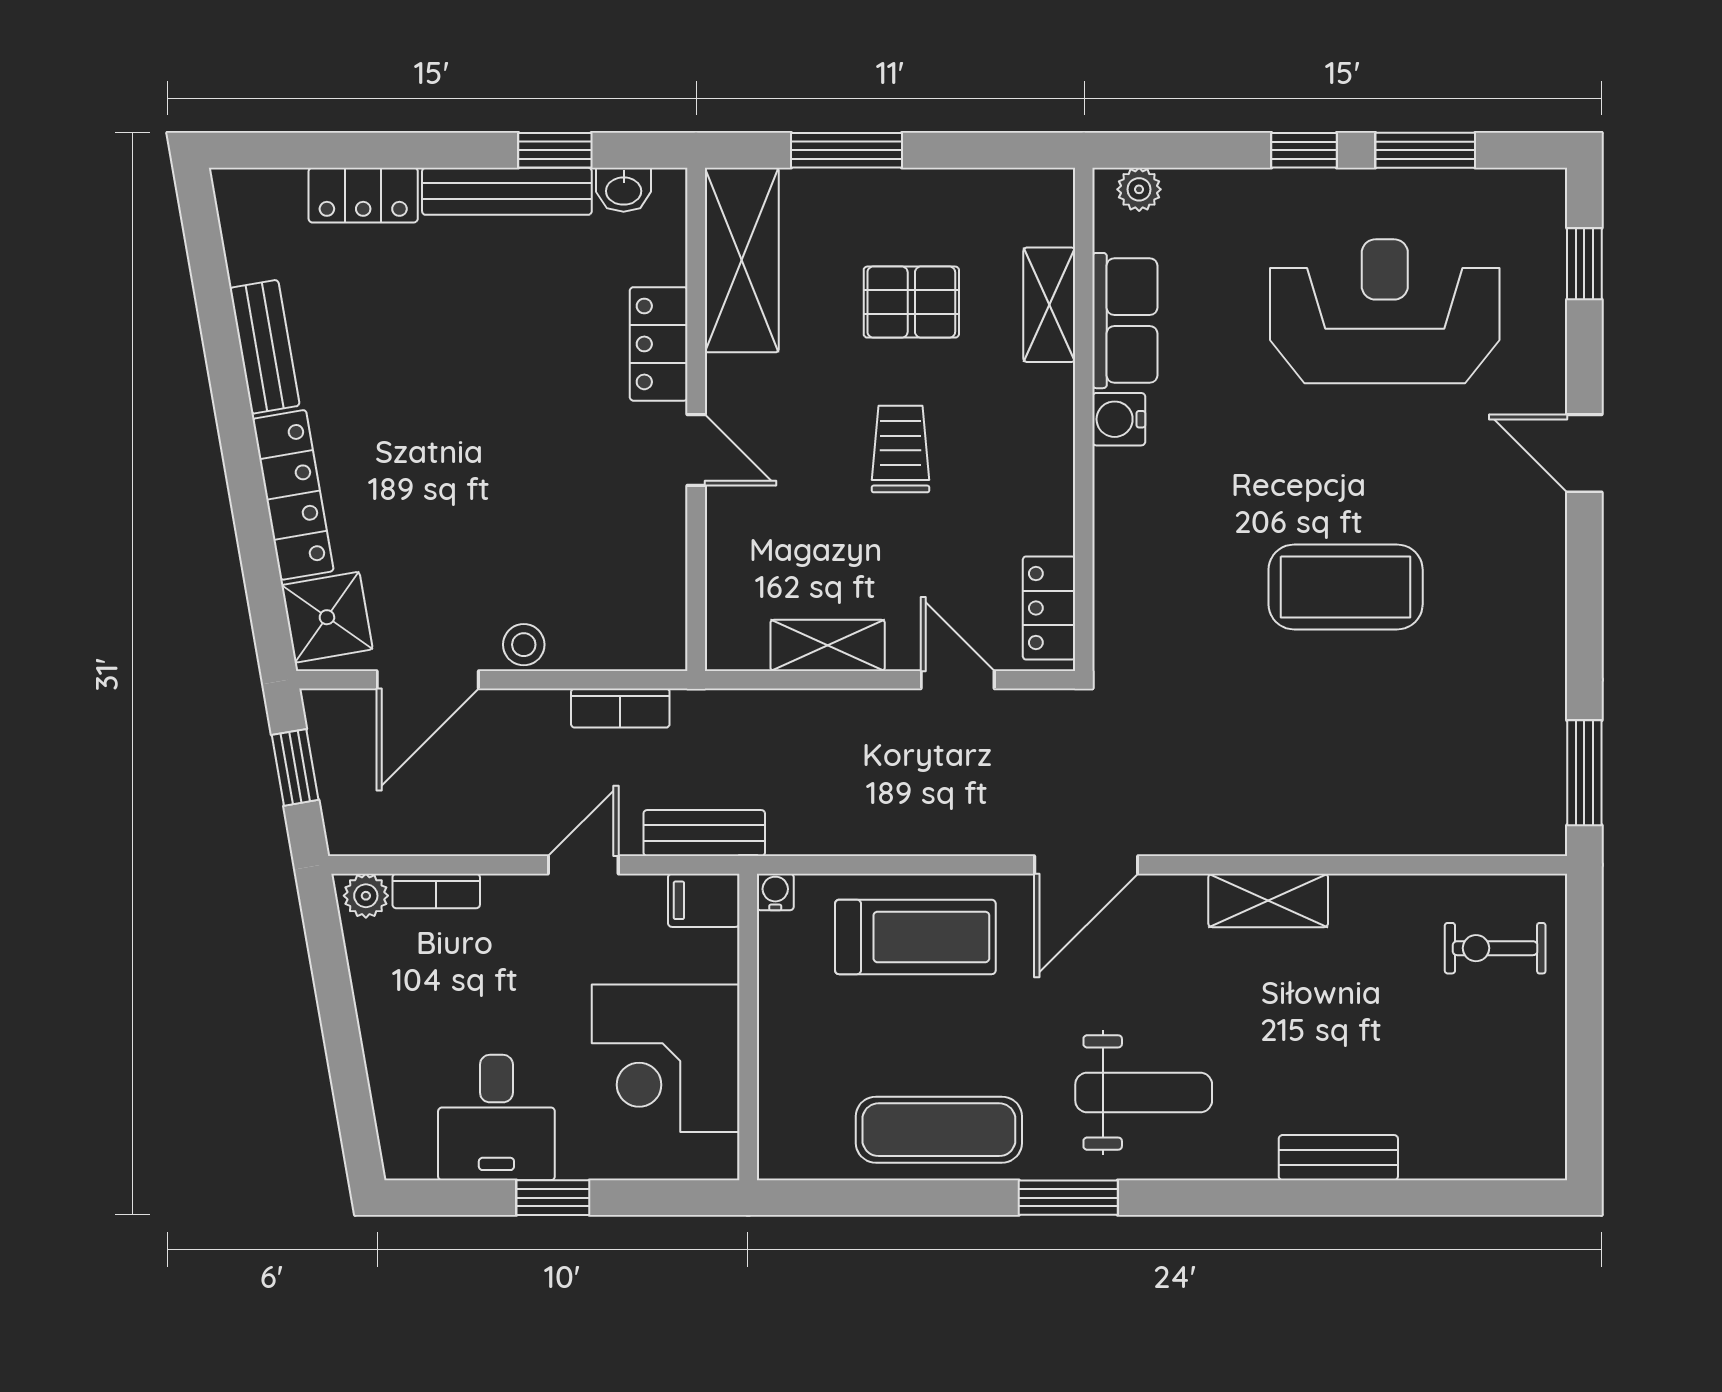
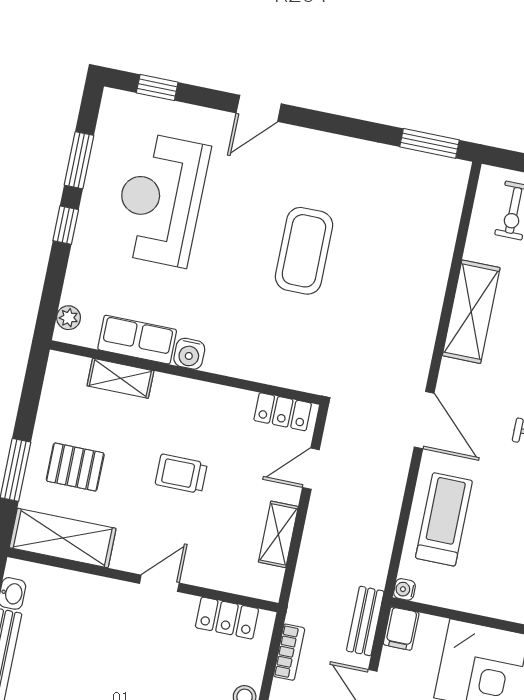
pallet: (911, 302) -> (75, 467), moved, turned 90
locker: (659, 344) -> (227, 618), moved
shelving: (1268, 900) -> (471, 312), width x1.50, depth x1.33

